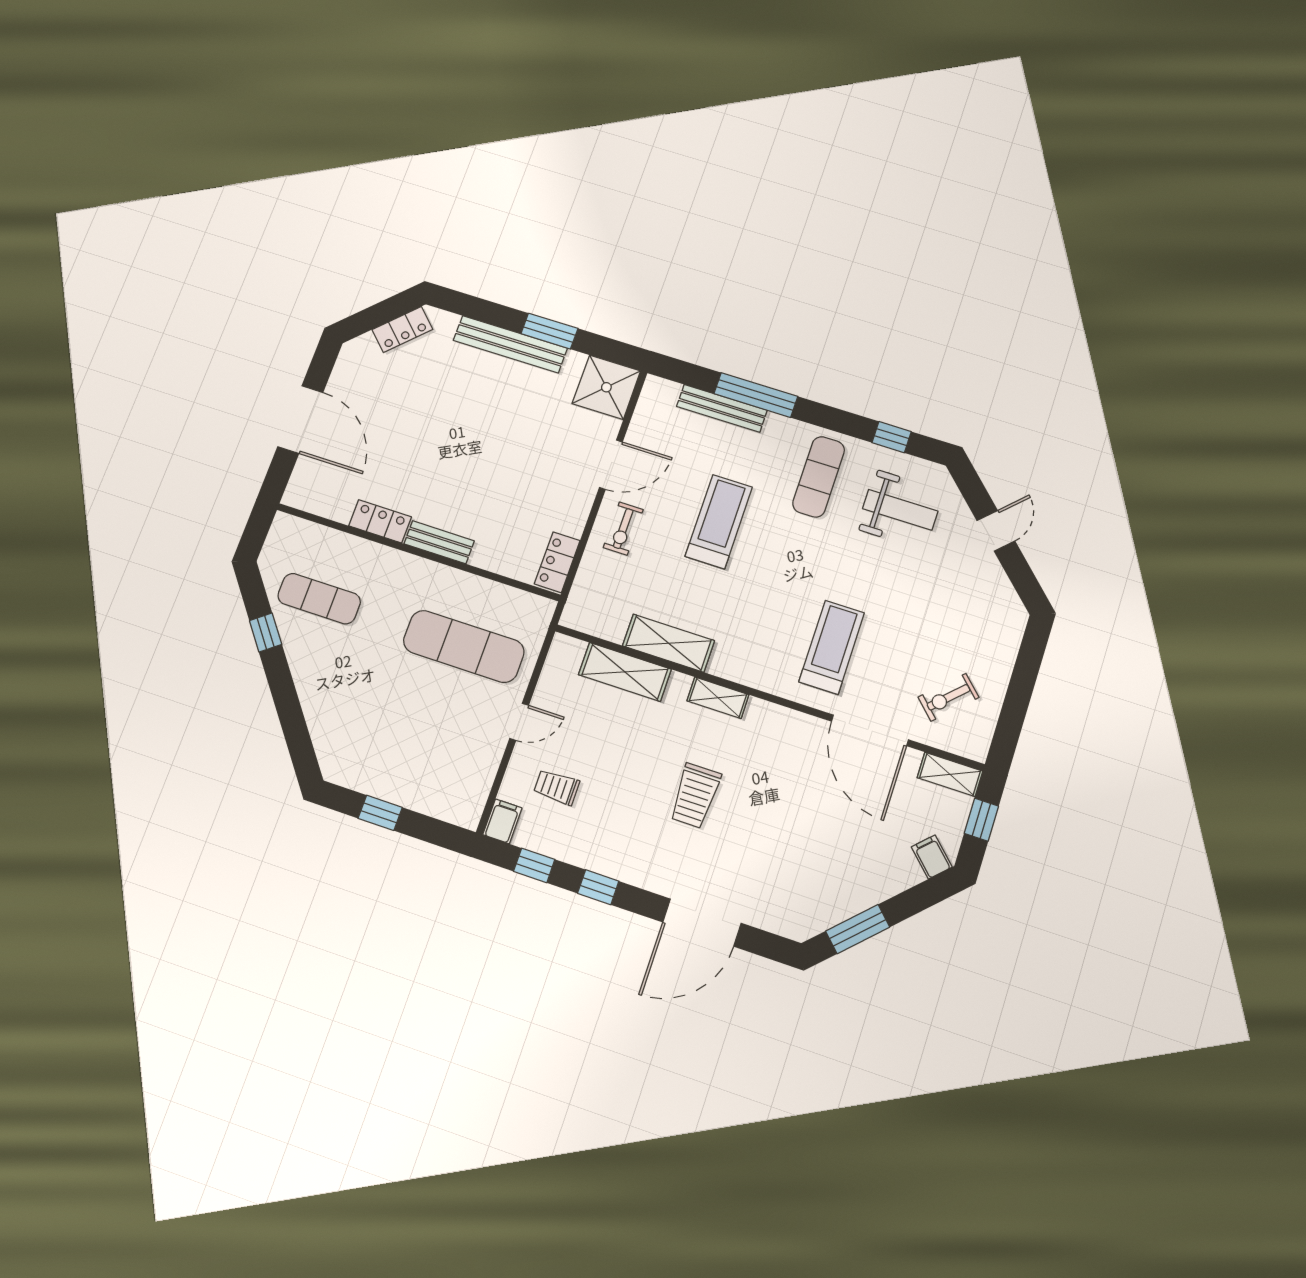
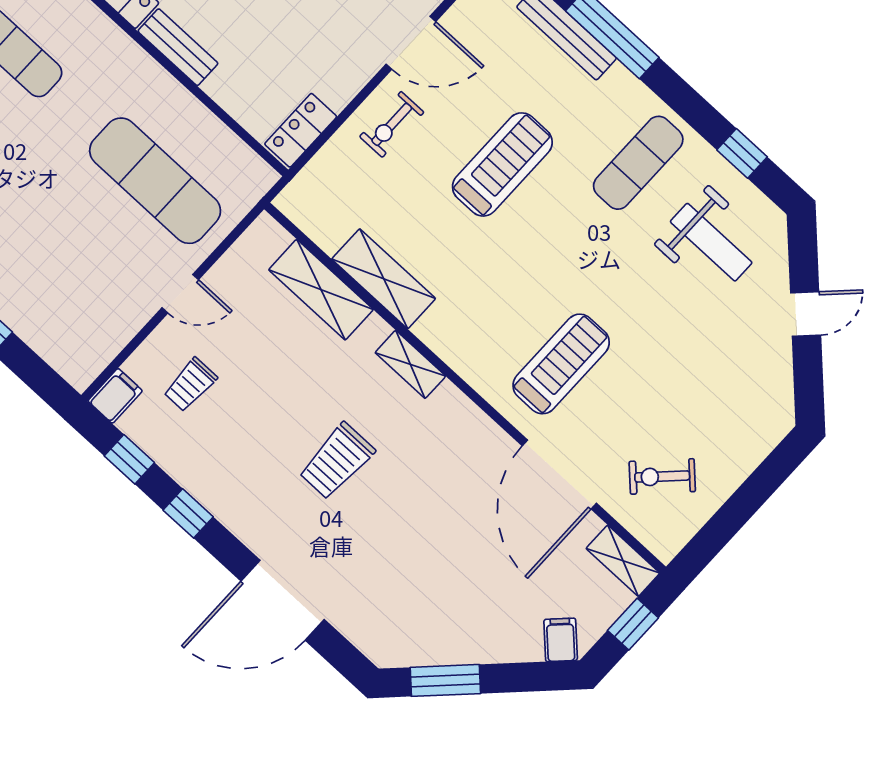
trolley: (557, 787) -> (190, 385), turned -90

